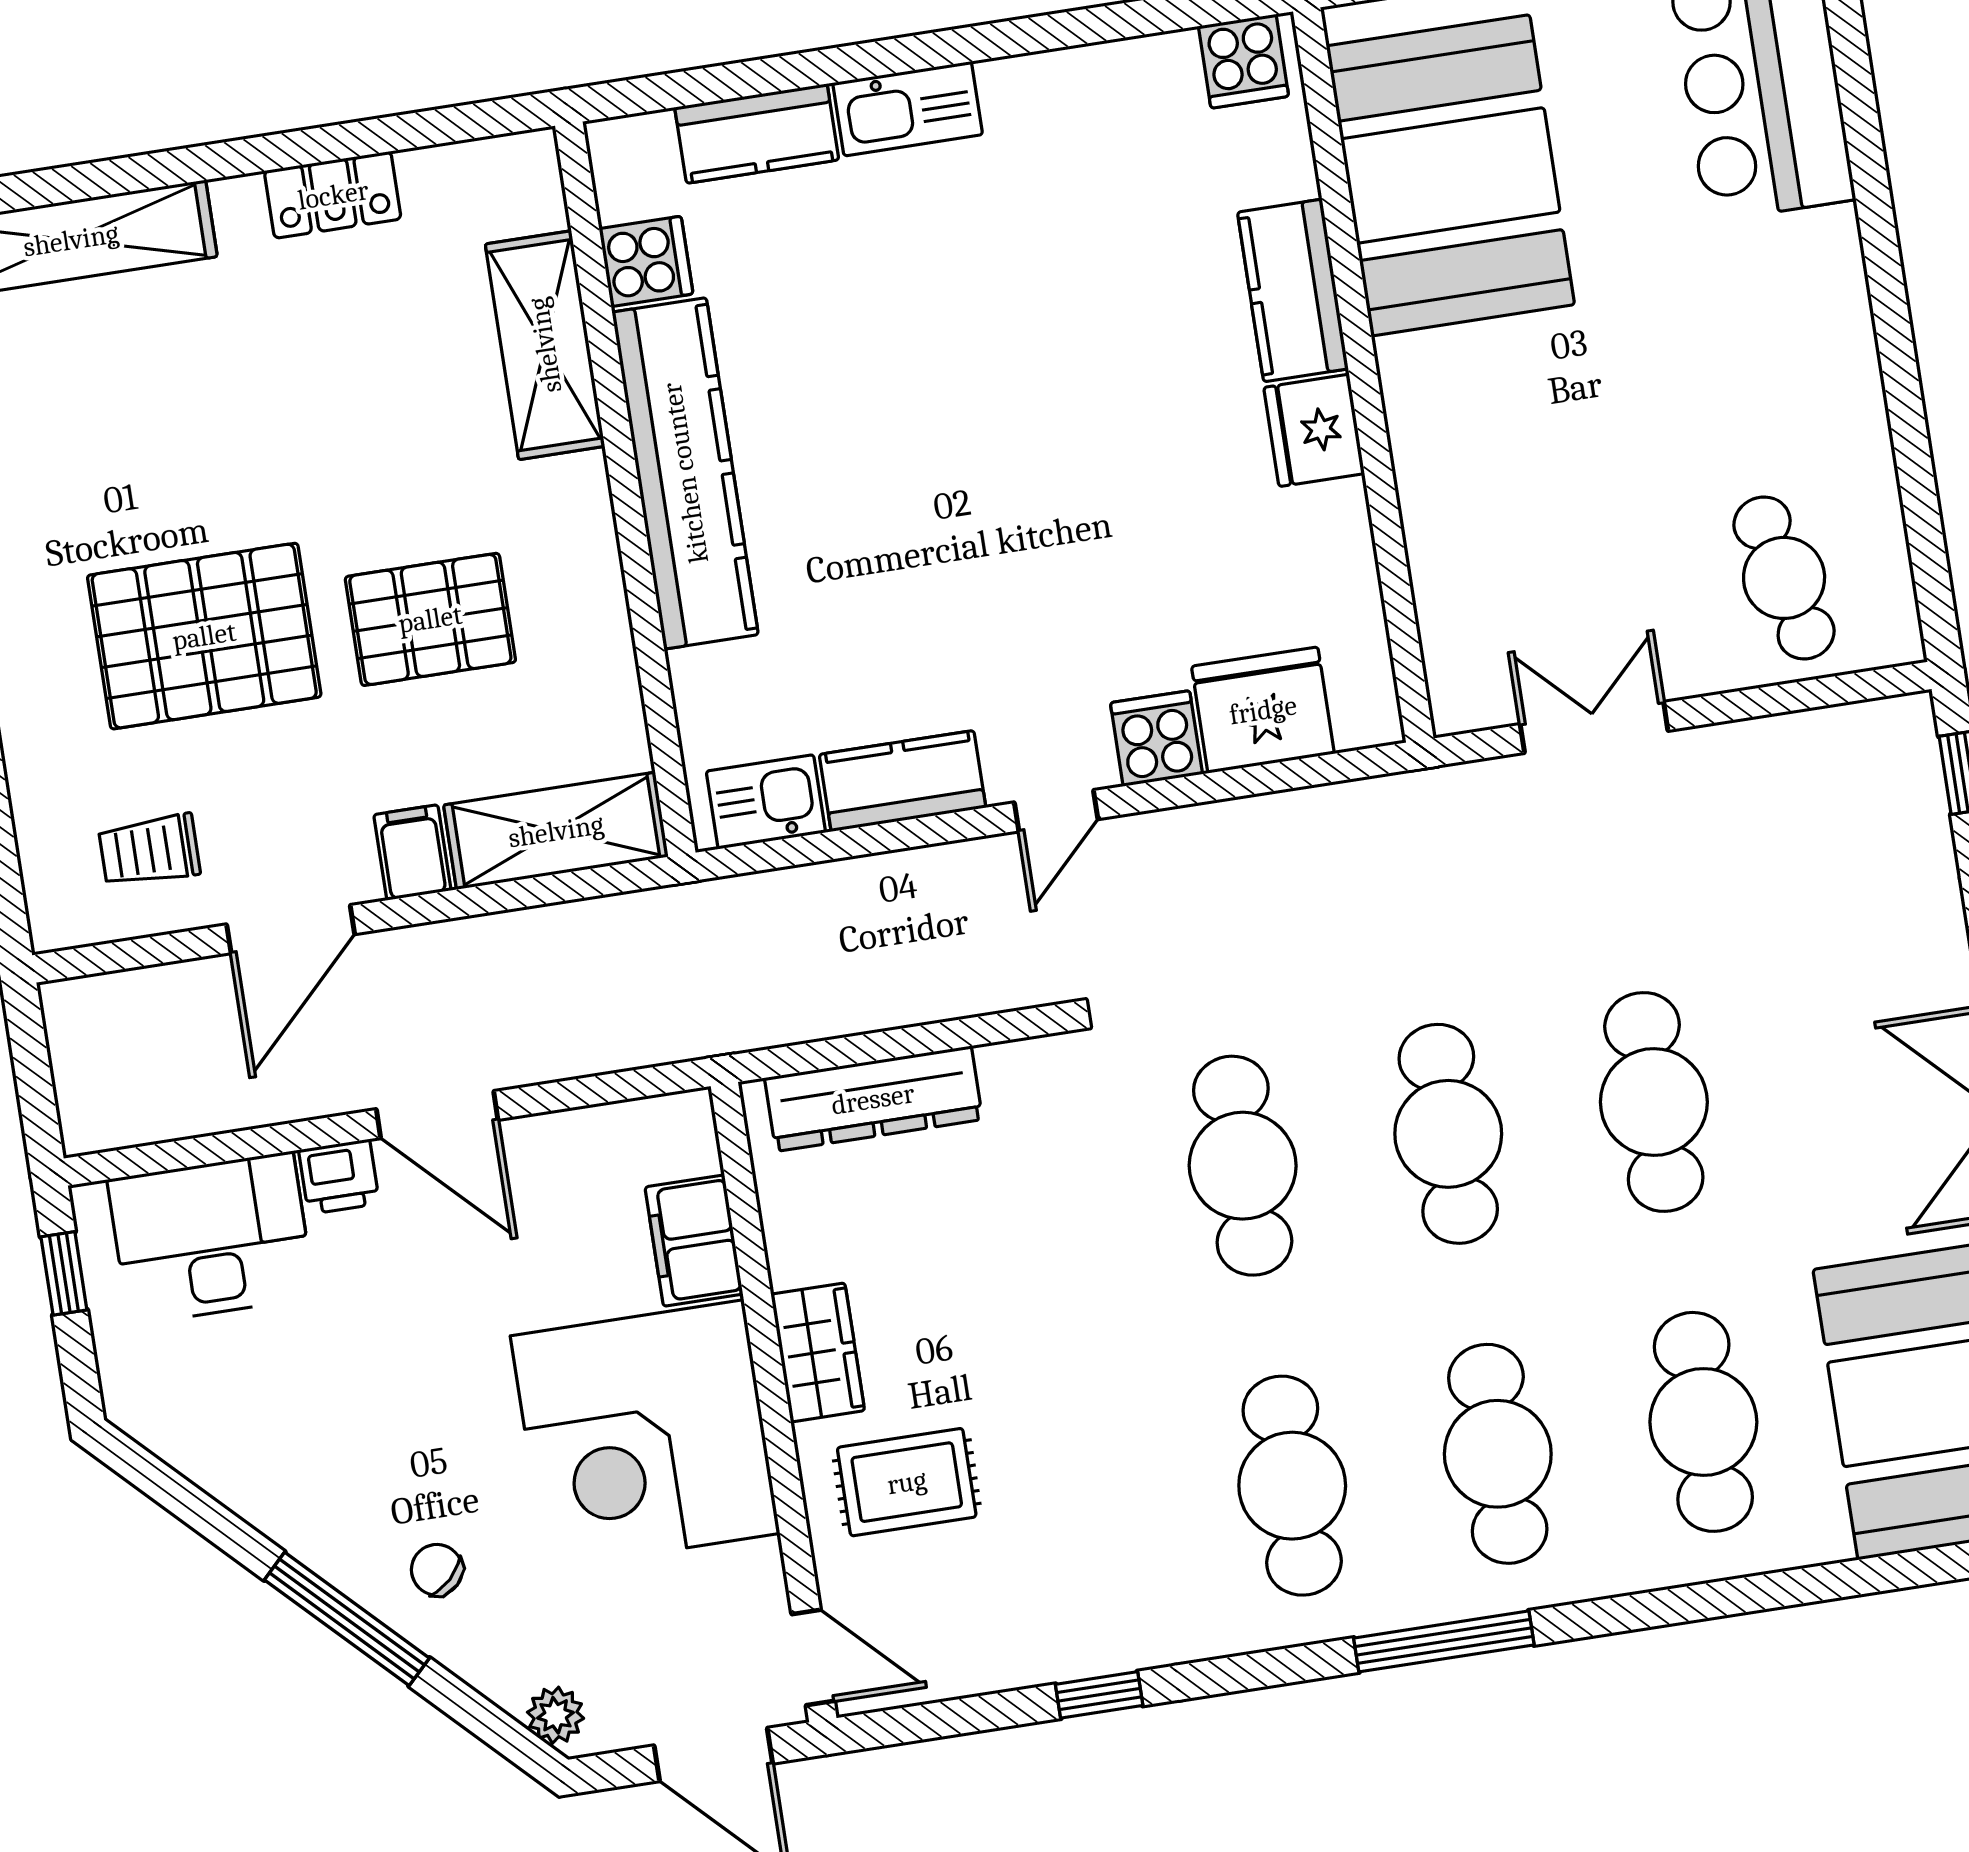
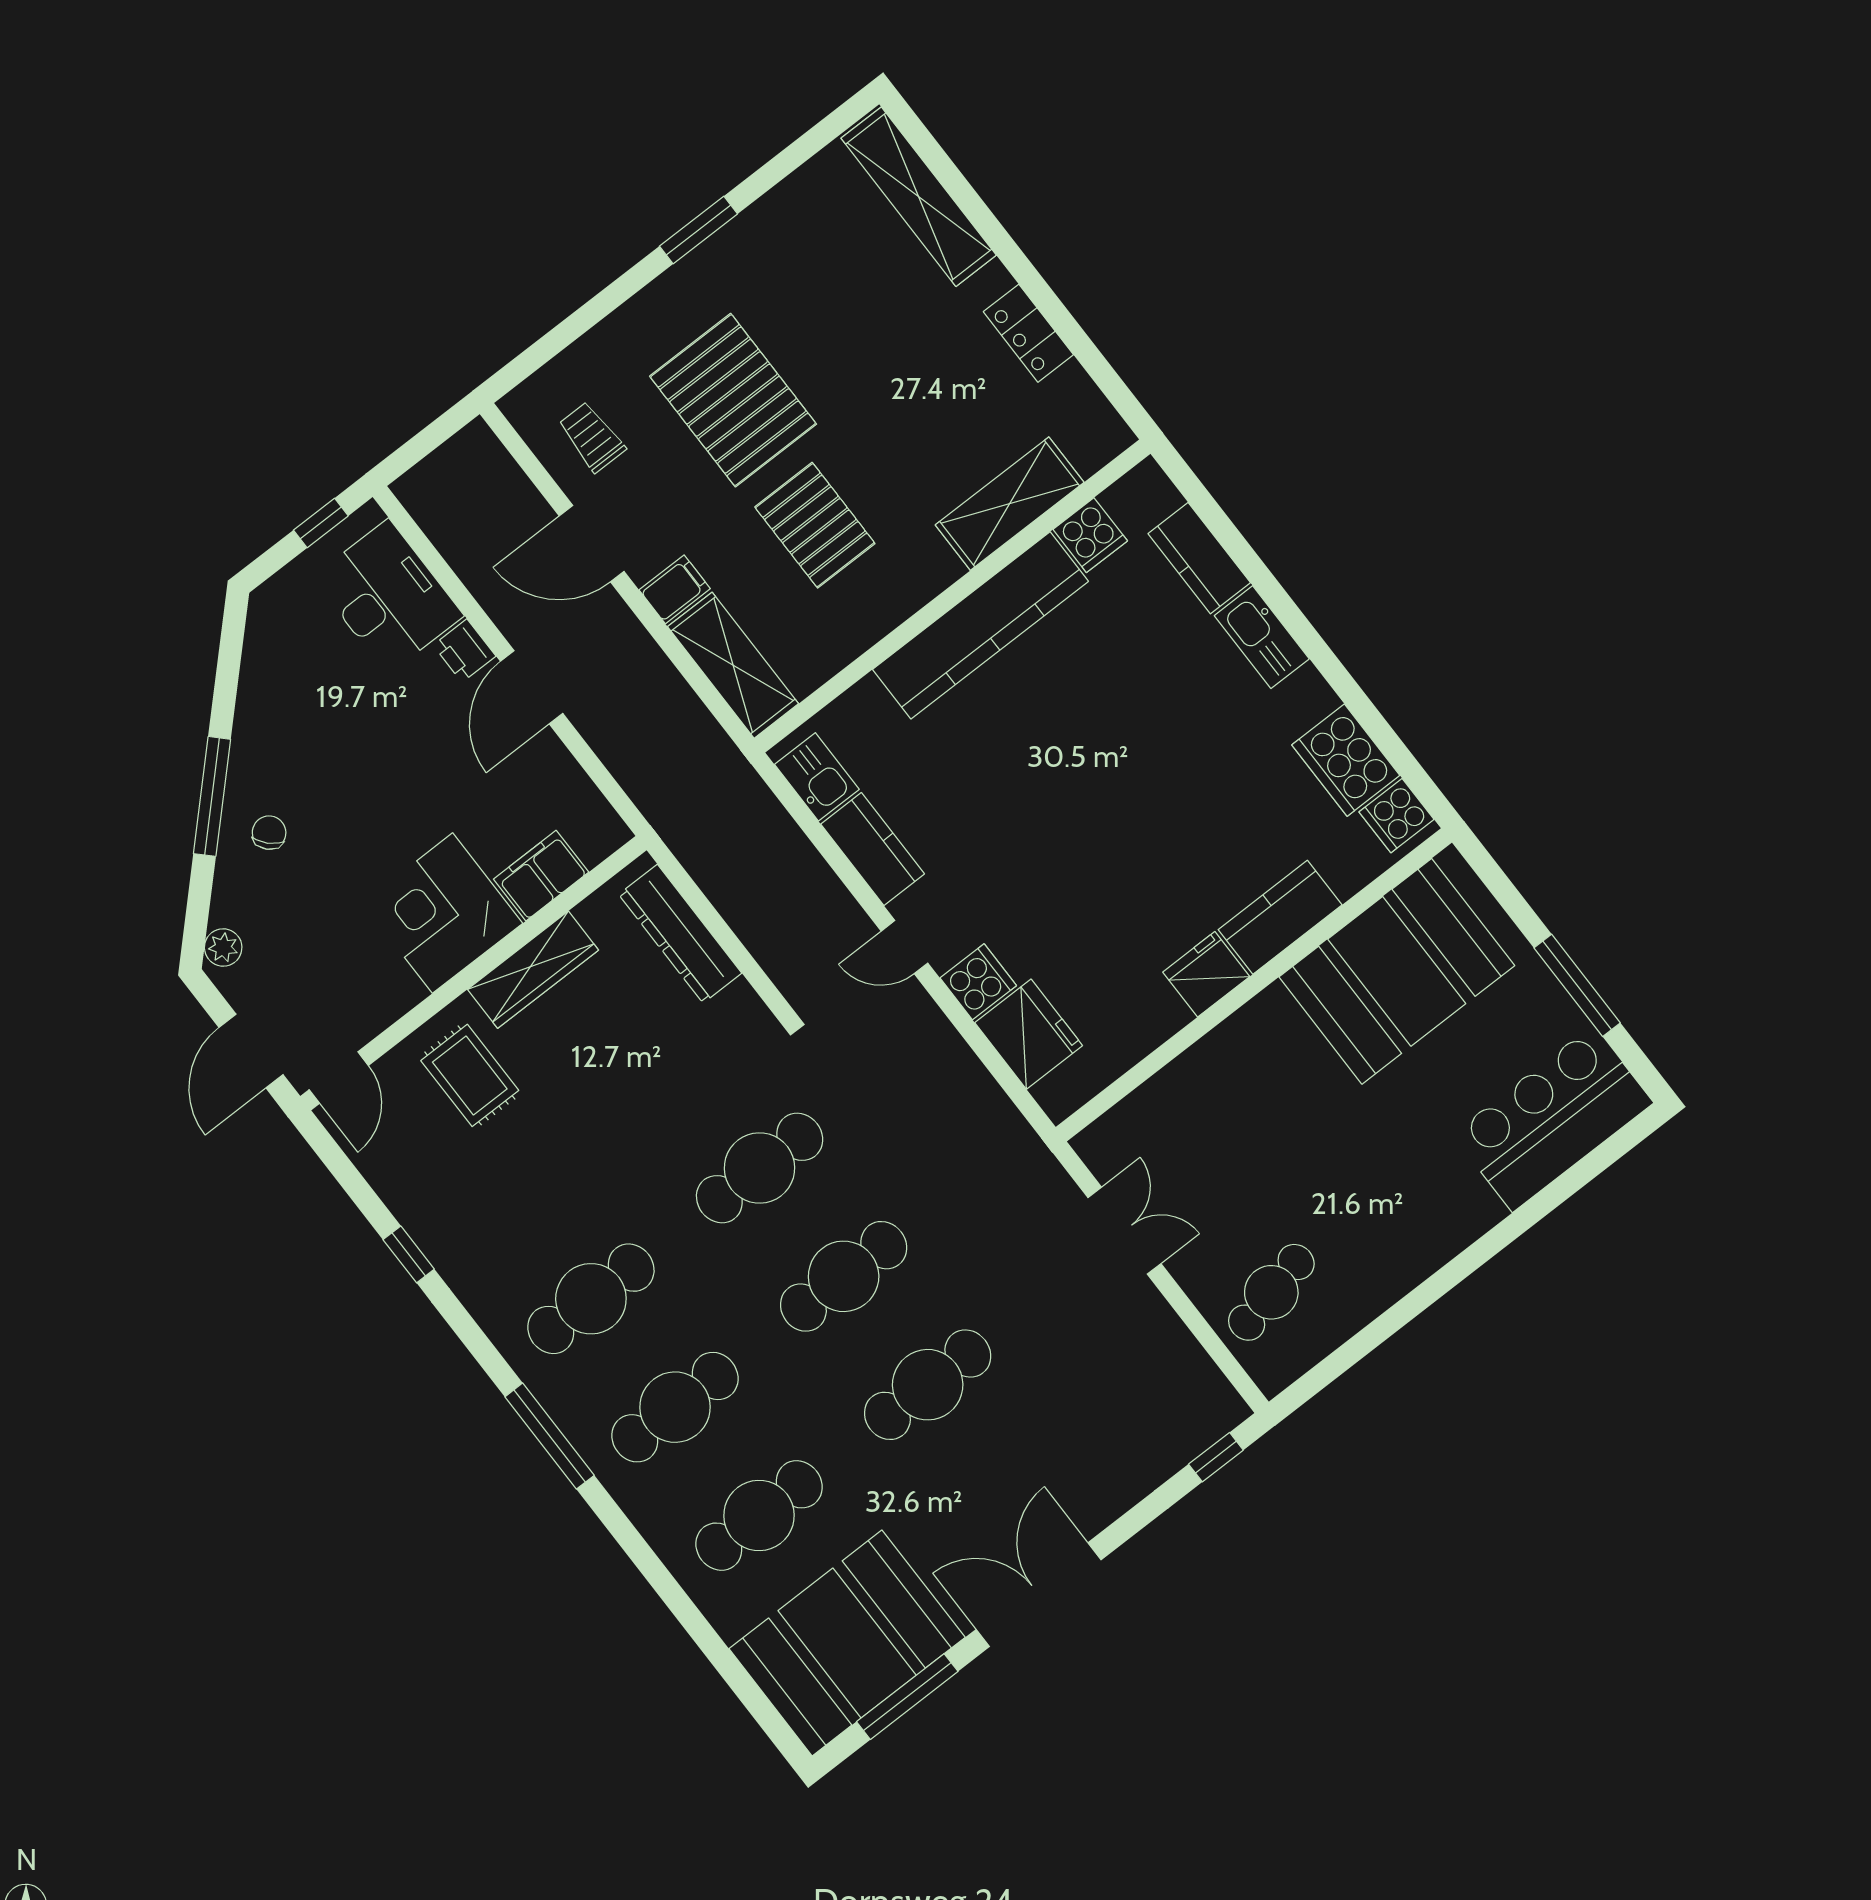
cooker: (1133, 88) -> (1346, 760), added
wardrobe: (818, 1352) -> (533, 970), width x1.50
corner desk: (645, 1435) -> (443, 913), width x0.74, depth x0.74

